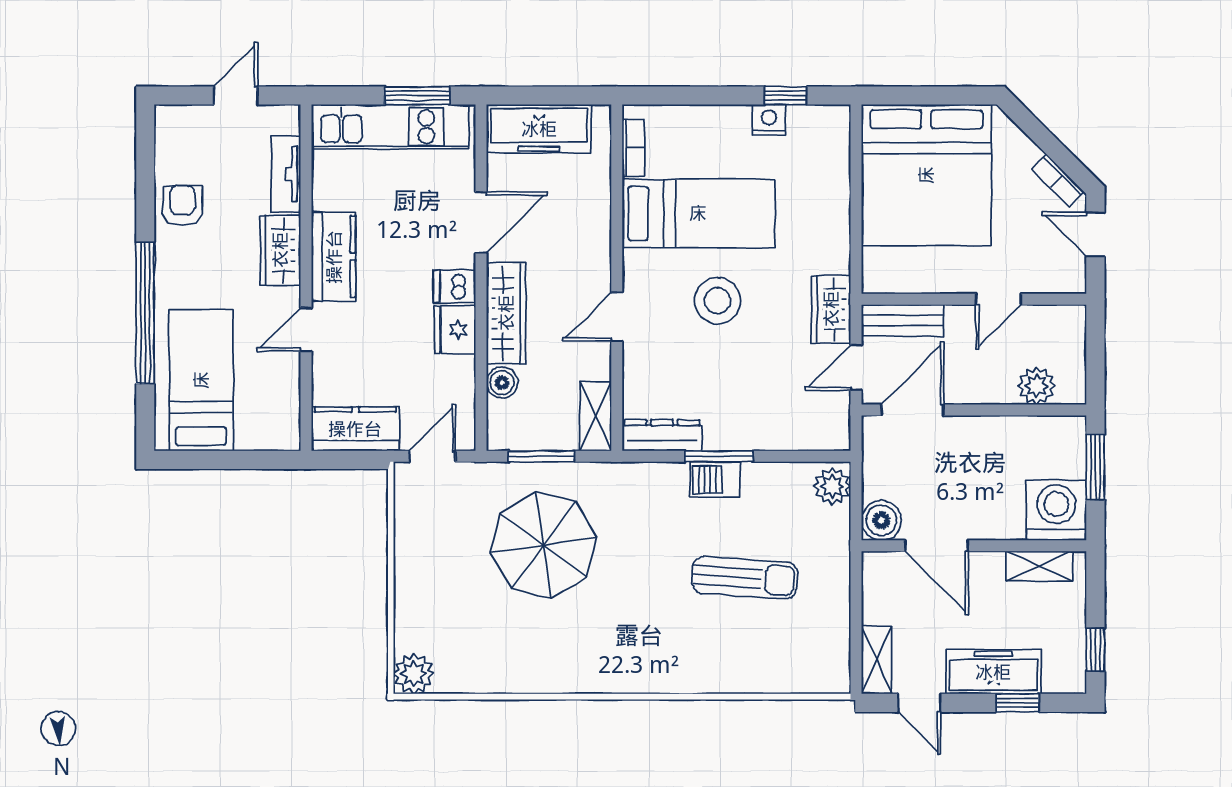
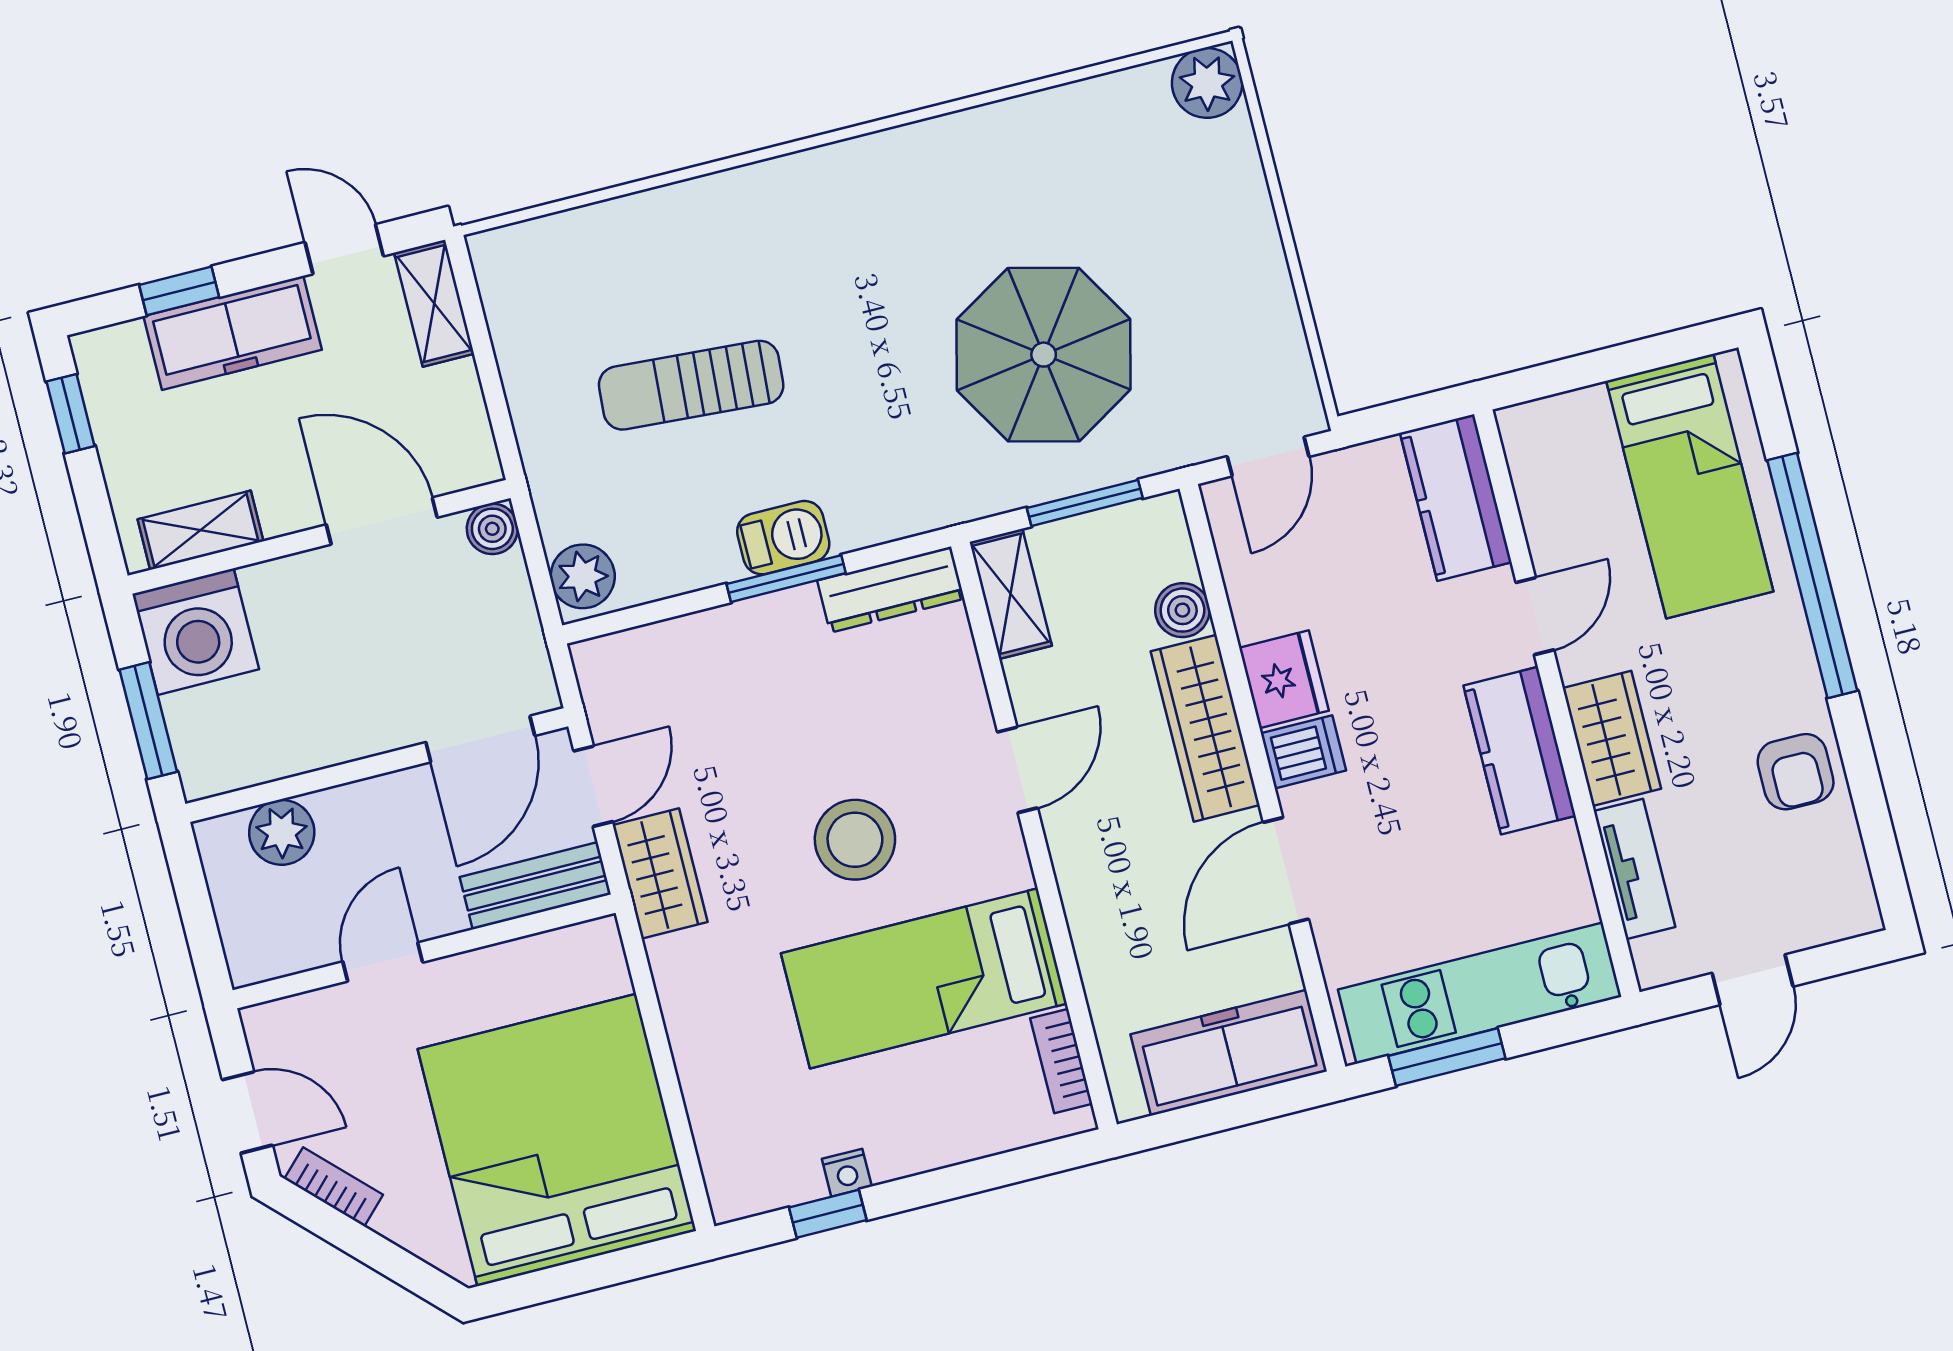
nightstand: (769, 120) -> (847, 1173), width x0.72, depth x0.74
kitchen counter: (355, 429) -> (1456, 498), moved, turned 90
boiler: (881, 520) -> (492, 529), width x0.73, depth x0.73

